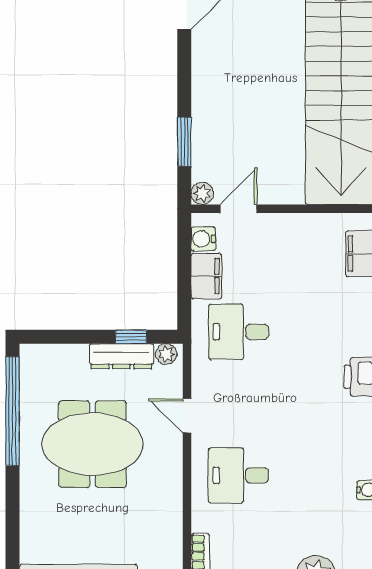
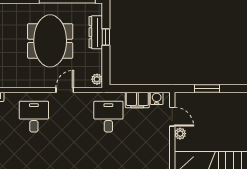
plant: (202, 193) -> (180, 134), moved
window: (131, 337) -> (106, 37), moved
dresser: (122, 356) -> (96, 32), moved

